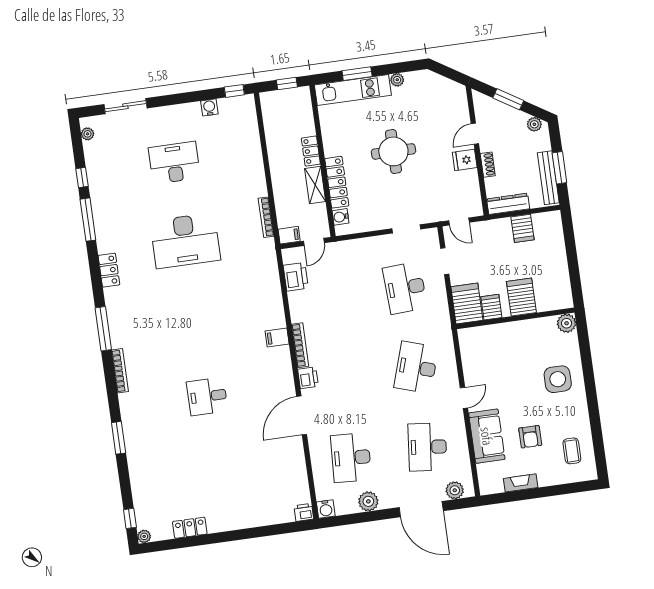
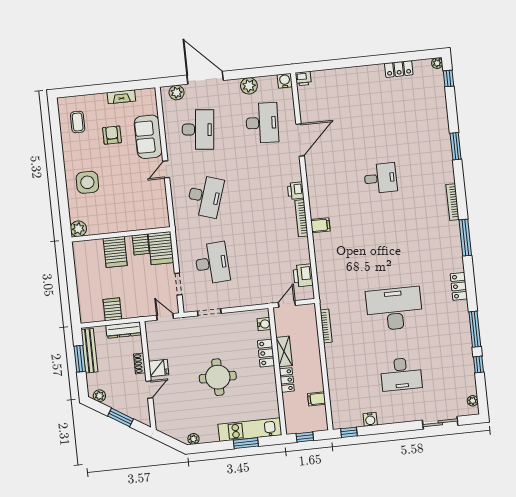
plant: (397, 80) -> (193, 439), moved
locker: (337, 182) -> (266, 353), width x0.66
filing cabinet: (289, 235) -> (317, 399), moved
door: (302, 415) -> (300, 140), moved

